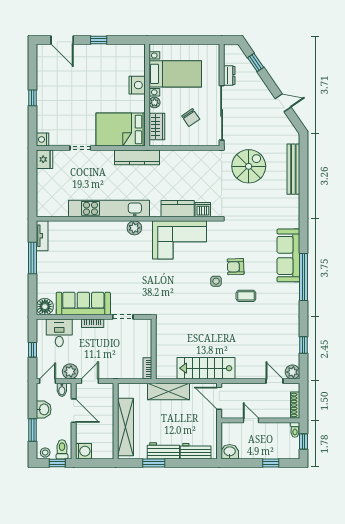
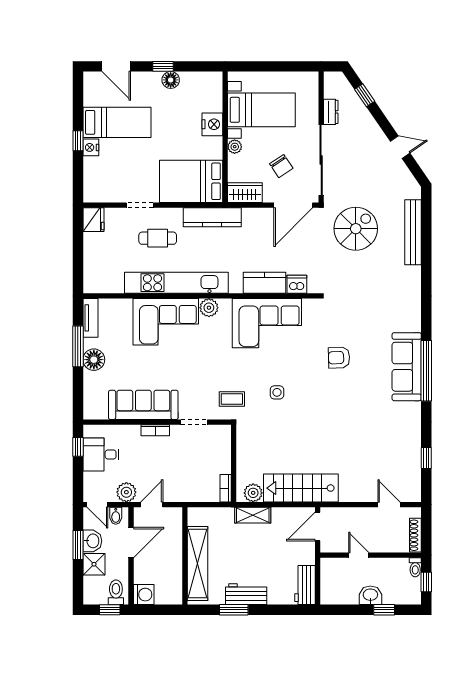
floor lamp: (105, 51) -> (171, 80), added
bed: (63, 84) -> (117, 122), added
wardrobe: (157, 127) -> (245, 193), moved, turned -90
nightstand: (42, 139) -> (91, 147), moved
door: (200, 148) -> (293, 205), added
cafe table: (94, 174) -> (158, 238), added
corner sofa: (101, 239) -> (166, 322), added
sofa: (288, 255) -> (407, 367), moved
side table: (216, 281) -> (277, 392), moved
coffee table: (246, 296) -> (232, 399), moved
floor lamp: (45, 307) -> (94, 360), moved
desk: (59, 333) -> (101, 454), moved, turned -90
window: (32, 350) -> (78, 447), moved
plant: (292, 372) -> (253, 493), moved
door: (48, 381) -> (97, 505), swing flipped
shelving: (169, 391) -> (253, 515), width x0.67, depth x0.75
door: (219, 398) -> (318, 527), hinge flipped
door: (74, 411) -> (131, 543), hinge flipped
shower: (45, 428) -> (94, 564), added
window: (32, 430) -> (78, 545), moved
workbench: (196, 451) -> (305, 585), moved, turned -90
washbasin: (230, 452) -> (370, 595), moved
stool: (45, 453) -> (94, 596), removed

